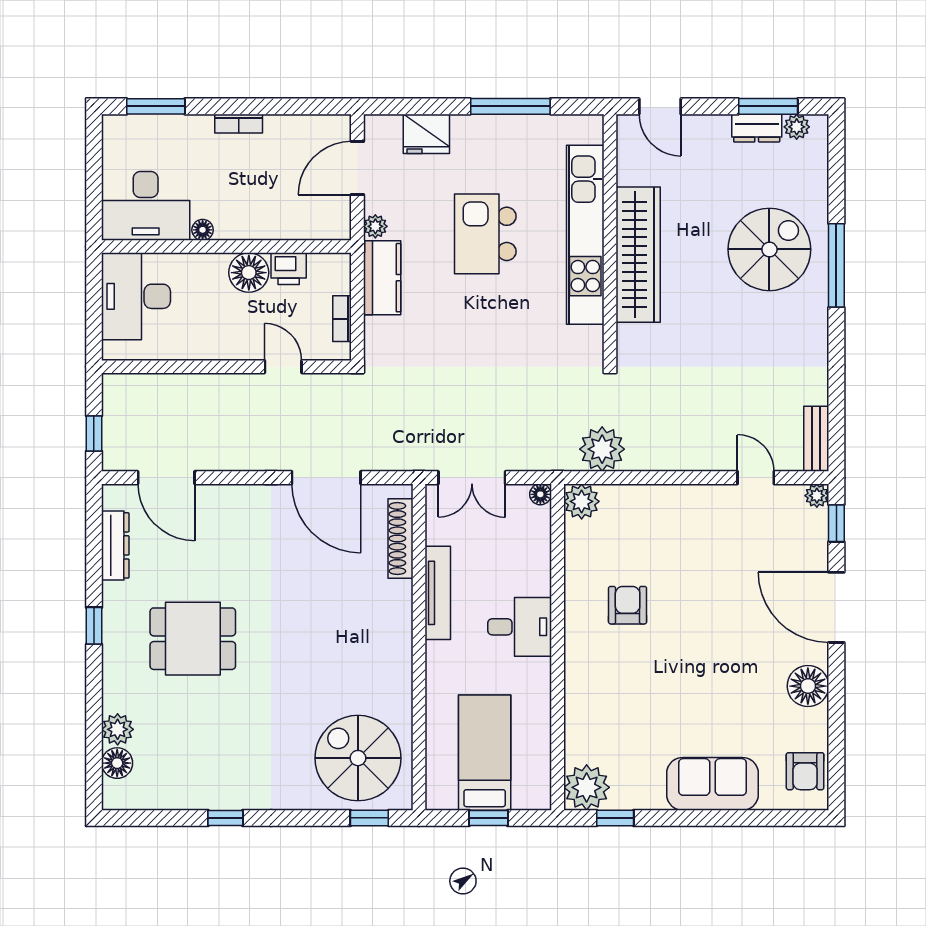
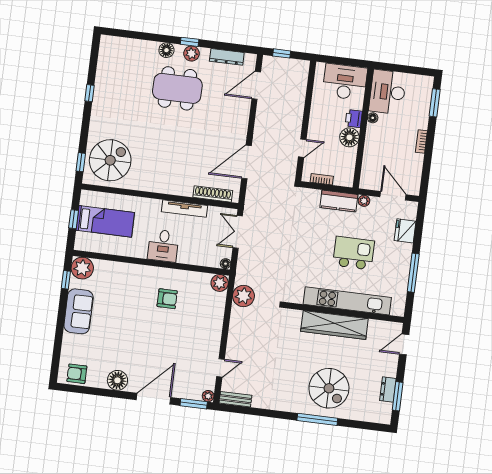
plant: (797, 127) -> (386, 409), removed
printer: (289, 269) -> (354, 119), moved
window: (836, 523) -> (194, 404), width x1.50
dining table: (193, 639) -> (177, 88), width x1.38
plant: (118, 729) -> (192, 54), moved
floor lamp: (117, 763) -> (166, 50), moved
sofa: (712, 784) -> (79, 311), moved

